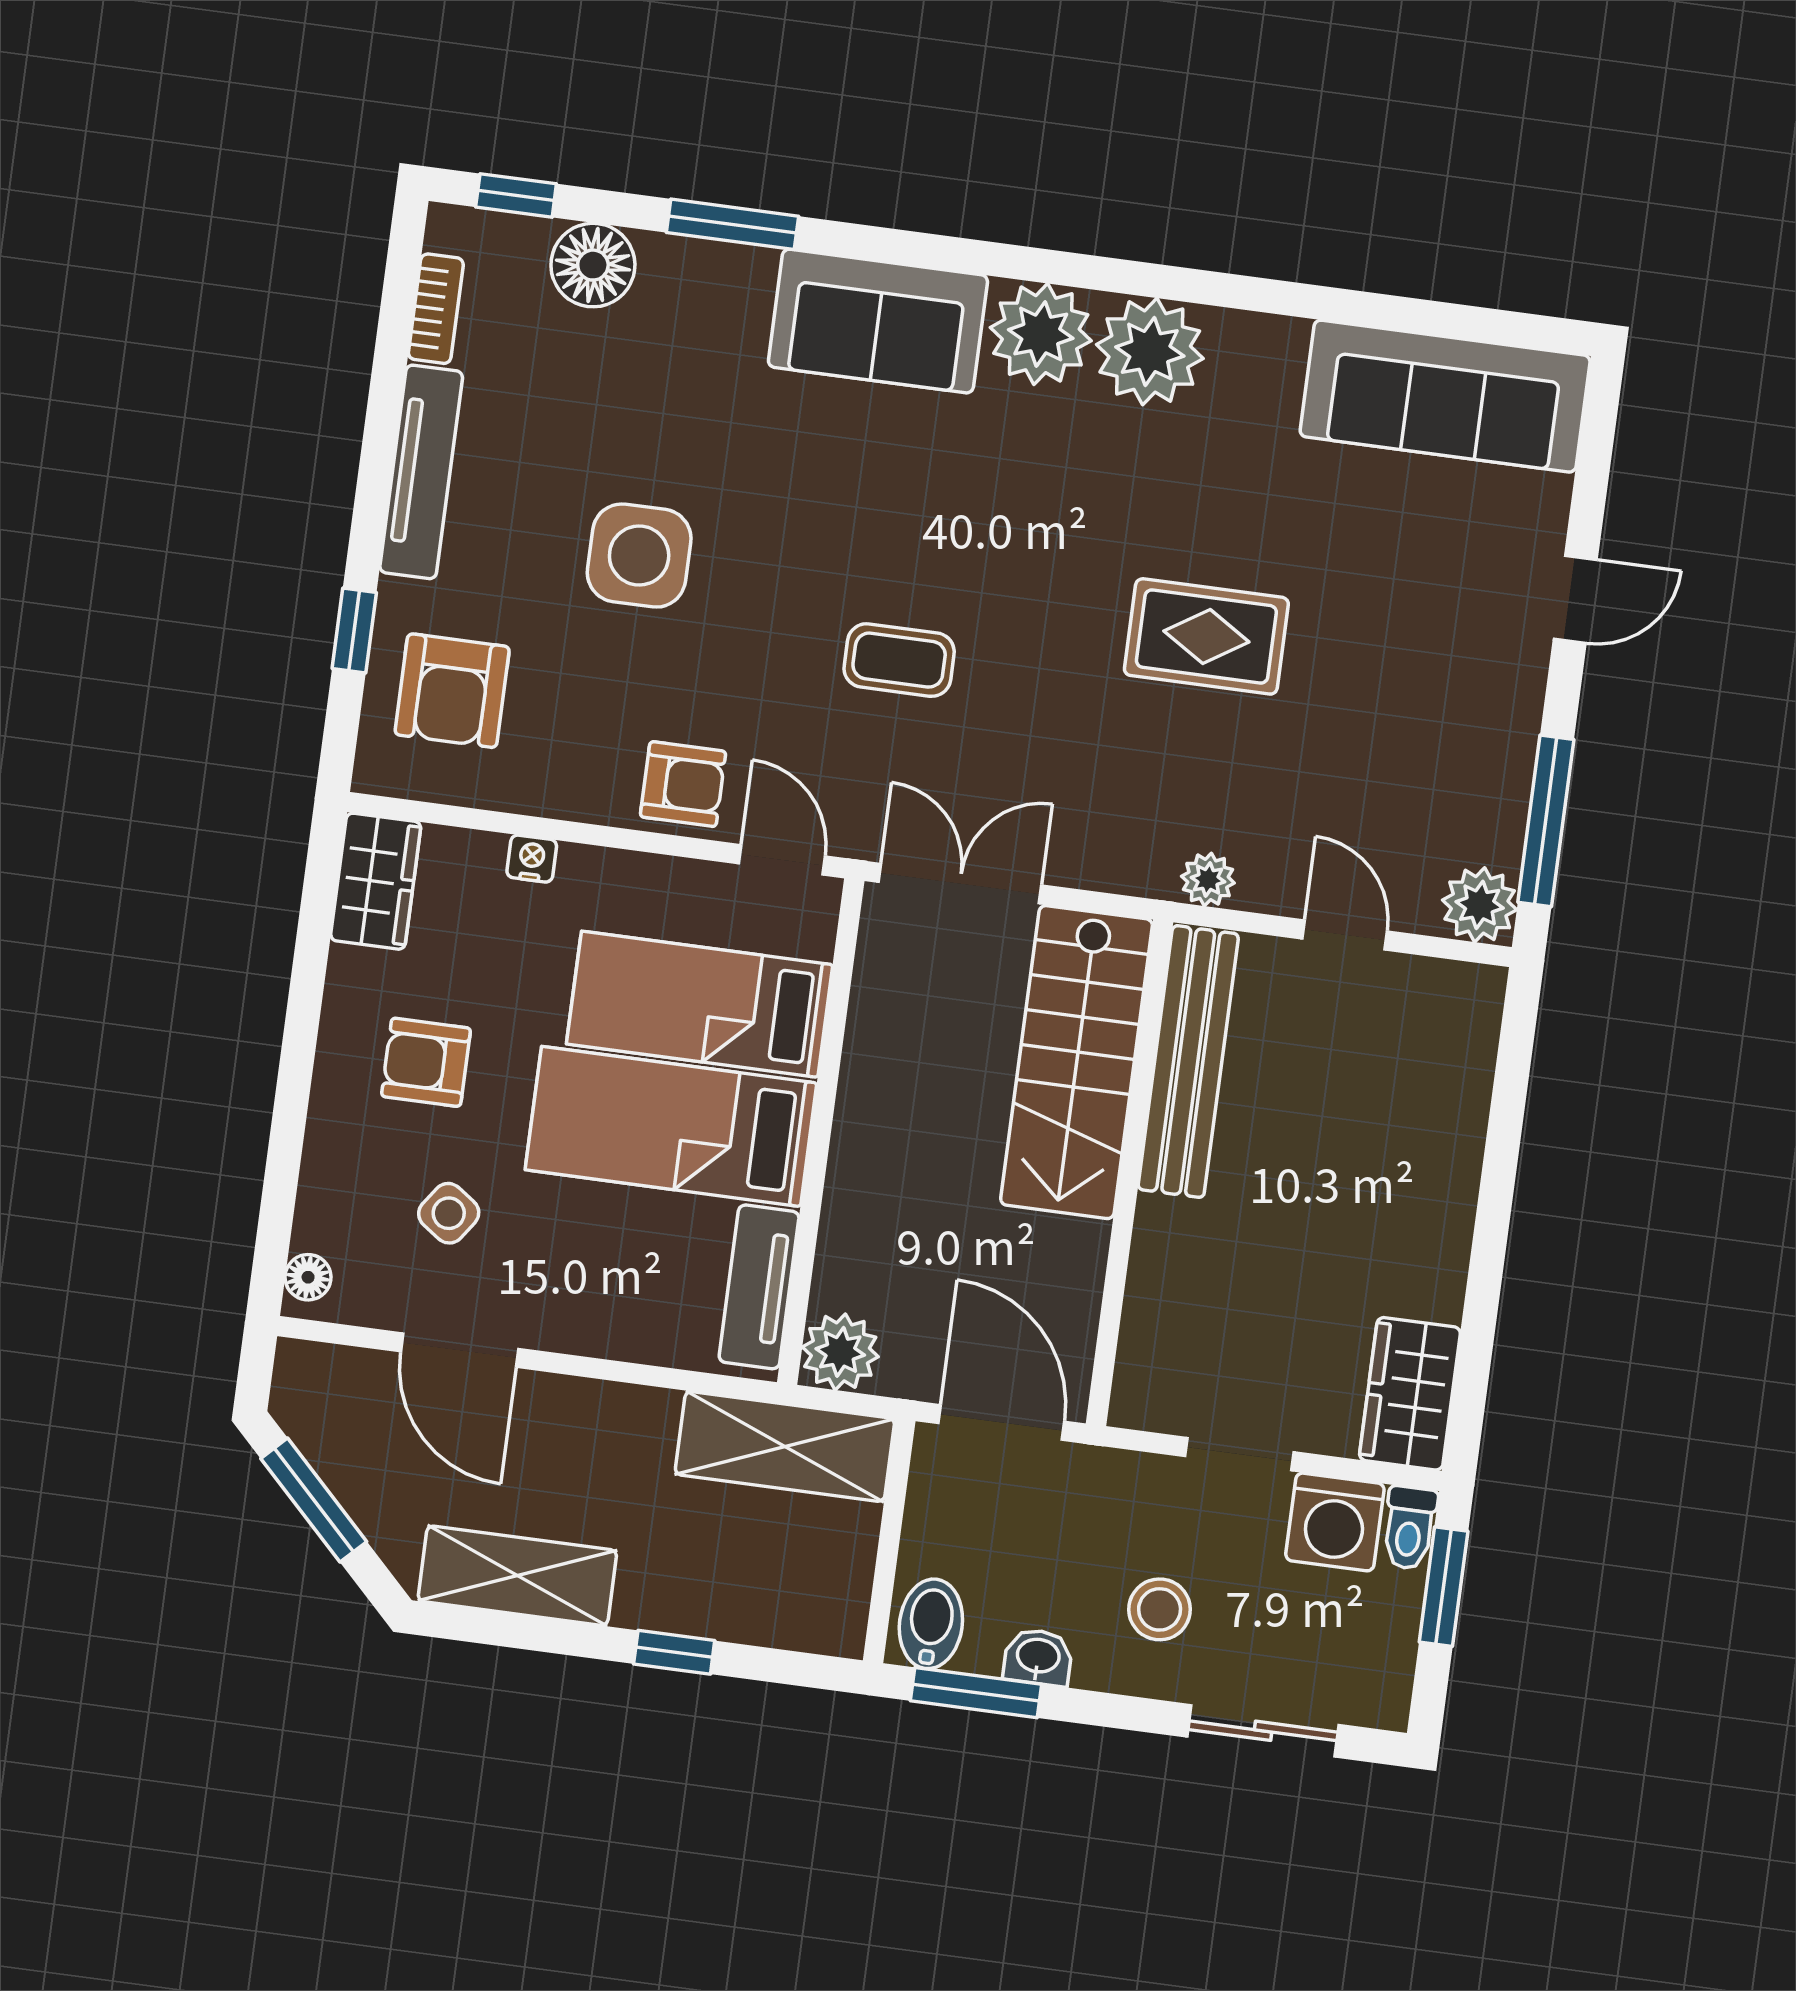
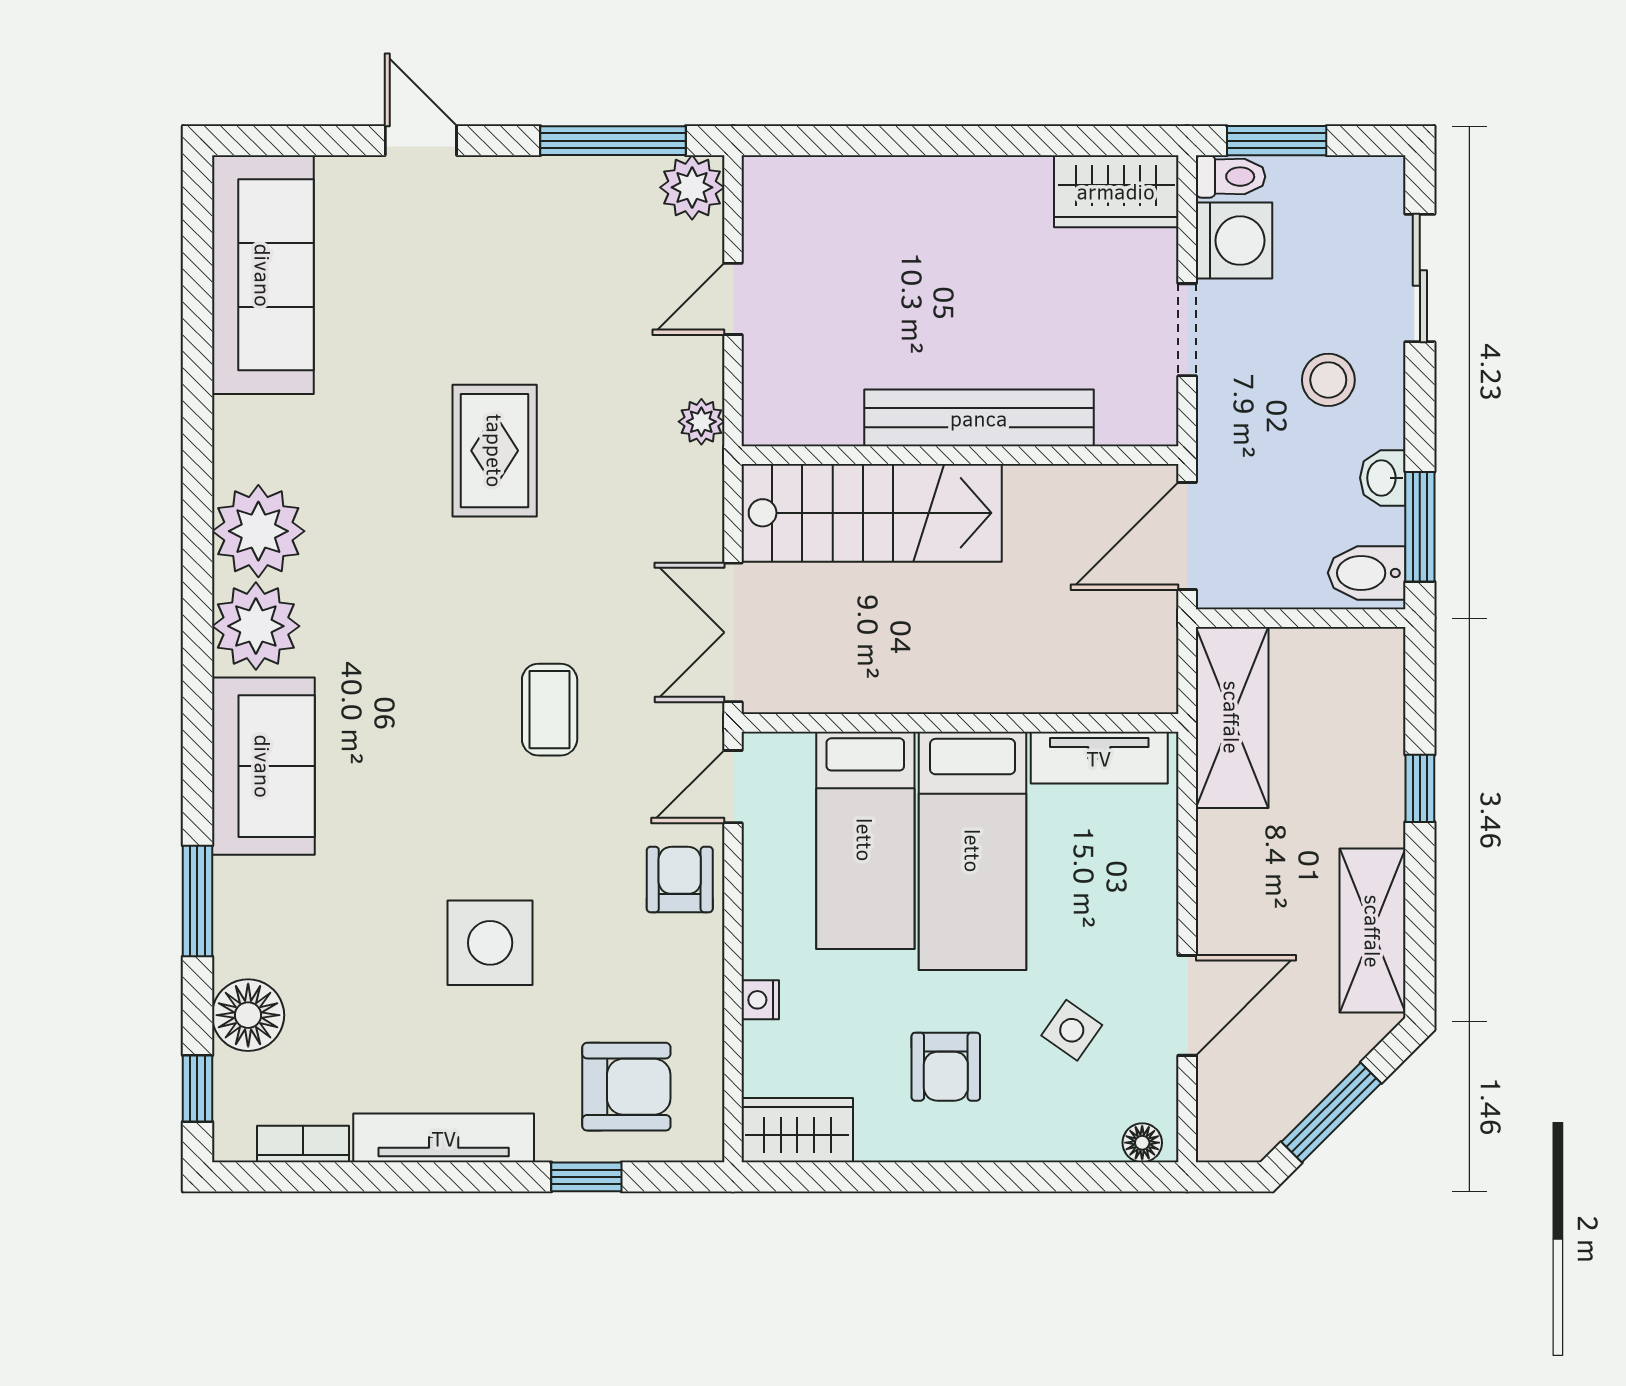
bench: (1188, 1062) -> (979, 418), moved
plant: (840, 1352) -> (1145, 681), removed

